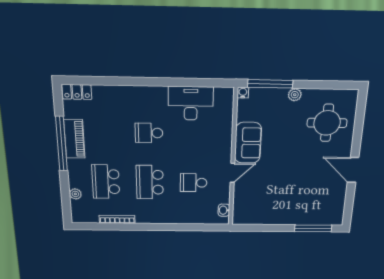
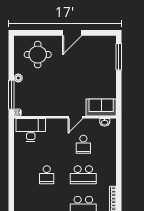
desk: (191, 103) -> (31, 130), moved, turned 90
sofa: (248, 143) -> (101, 108), moved
door: (232, 173) -> (75, 117), swing flipped

